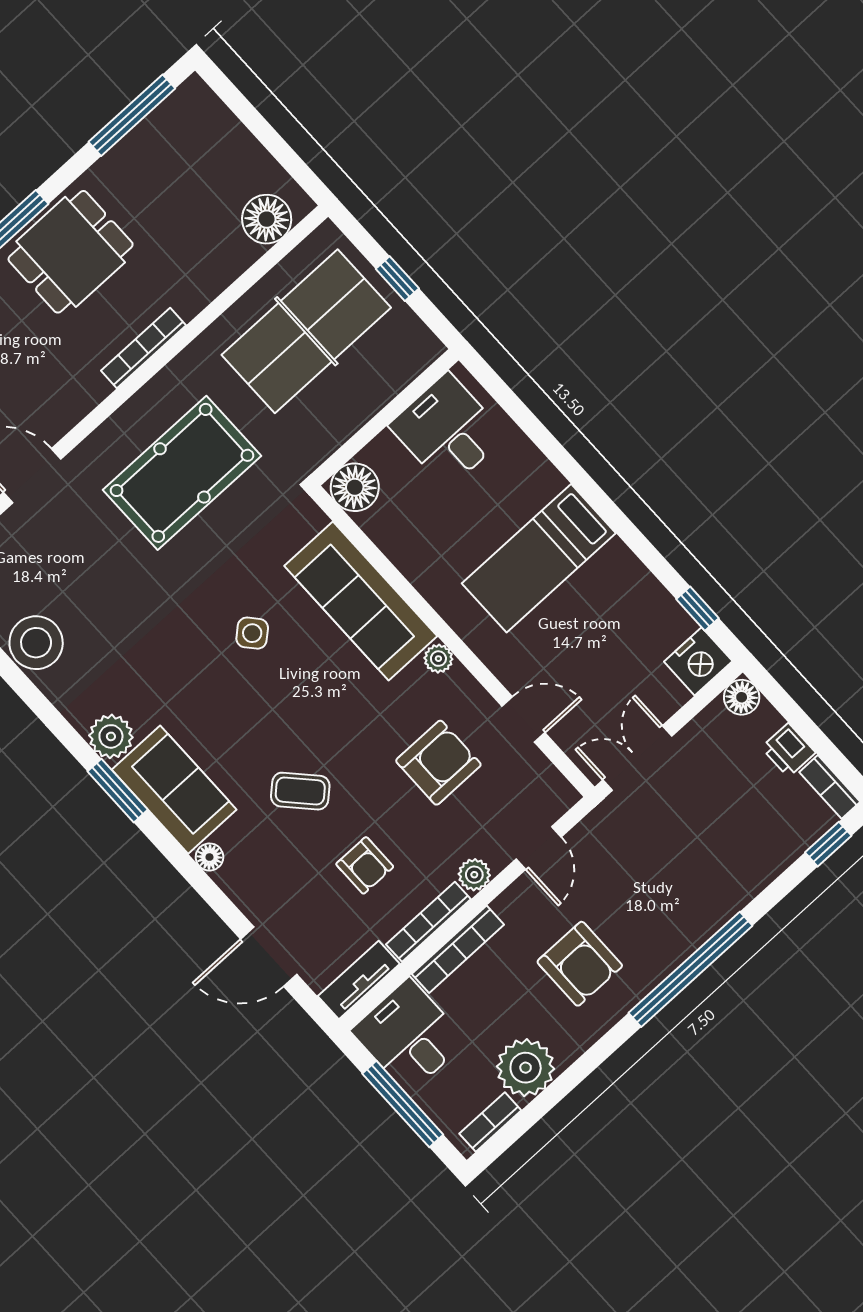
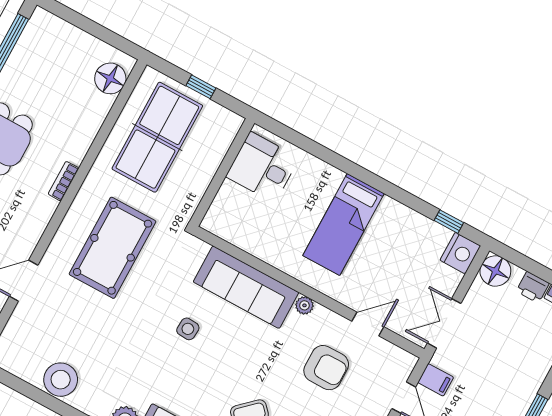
bookcase: (144, 348) -> (64, 181), width x0.64
floor lamp: (355, 487) -> (219, 220), removed
side table: (252, 633) -> (188, 329), turned 45
floor lamp: (742, 697) -> (495, 271), width x1.38, depth x1.38
armchair: (438, 763) -> (326, 368), turned 90
filing cabinet: (595, 838) -> (436, 380), added

